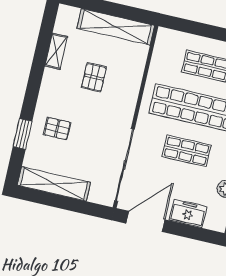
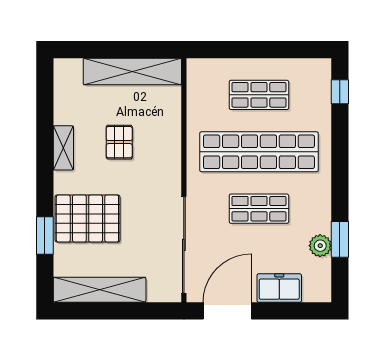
shelving: (56, 51) -> (63, 148), moved
pallet: (57, 129) -> (87, 218), width x2.05, depth x2.00

